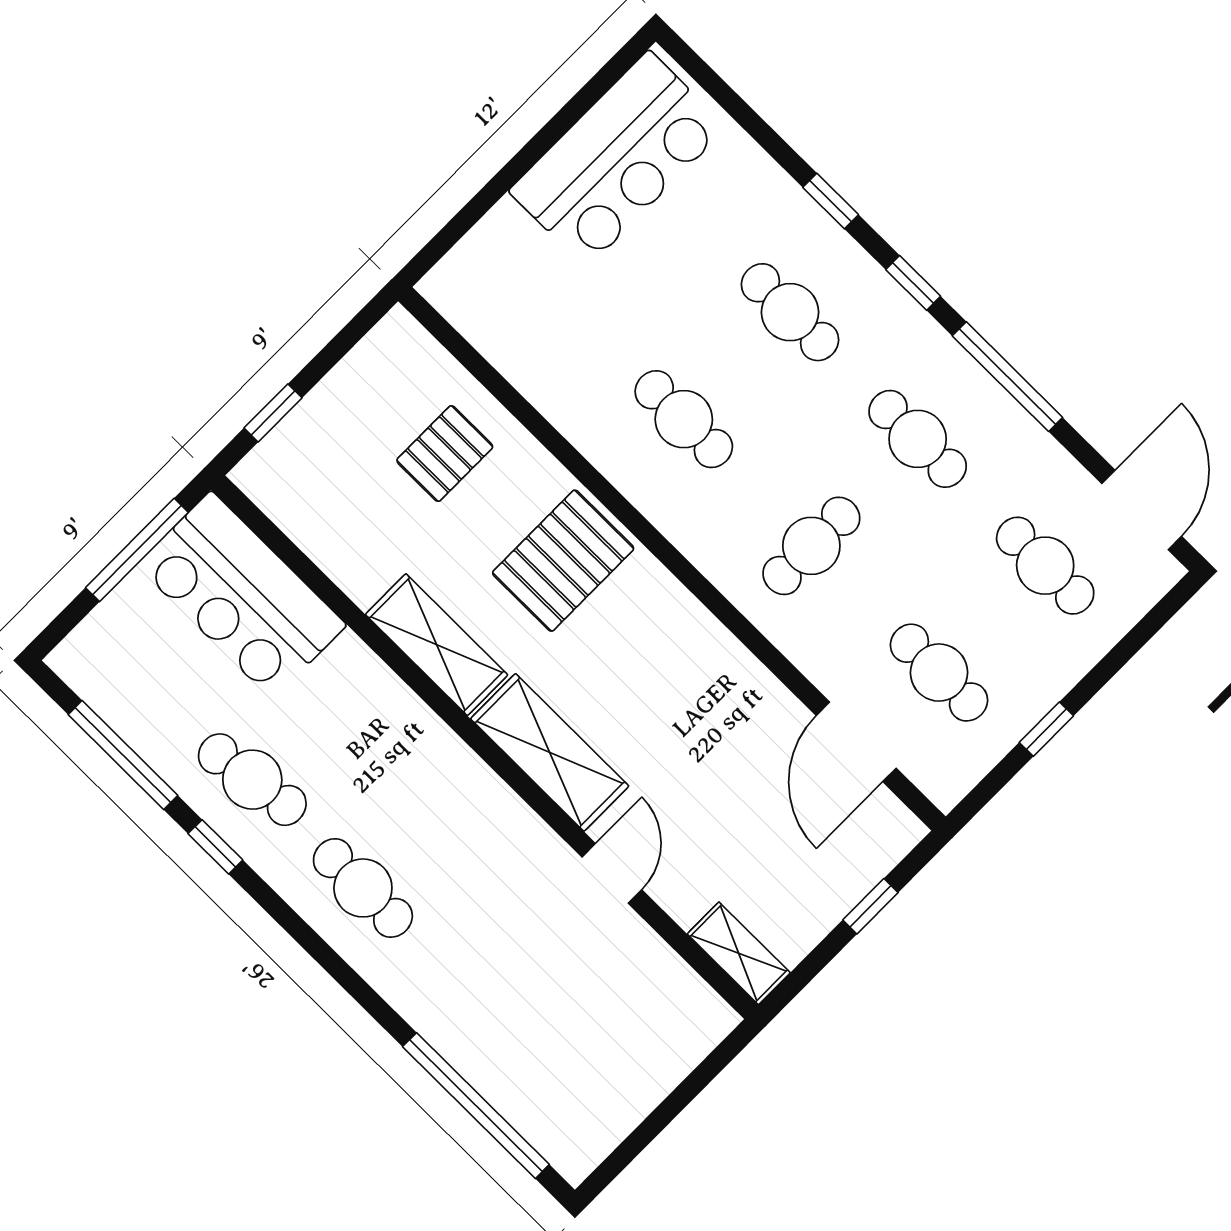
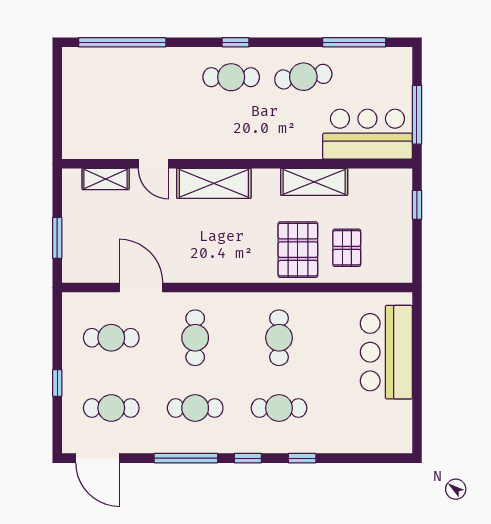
bar counter: (618, 159) -> (386, 352), moved
cafe table: (684, 419) -> (279, 338), turned 90
pallet: (563, 561) -> (298, 250), moved
shelving: (437, 645) -> (314, 182), moved
window: (1046, 729) -> (57, 383), moved
door: (856, 742) -> (141, 288), moved
window: (215, 847) -> (236, 42), moved
window: (870, 906) -> (57, 238), width x1.50
shelving: (739, 953) -> (106, 179), moved

